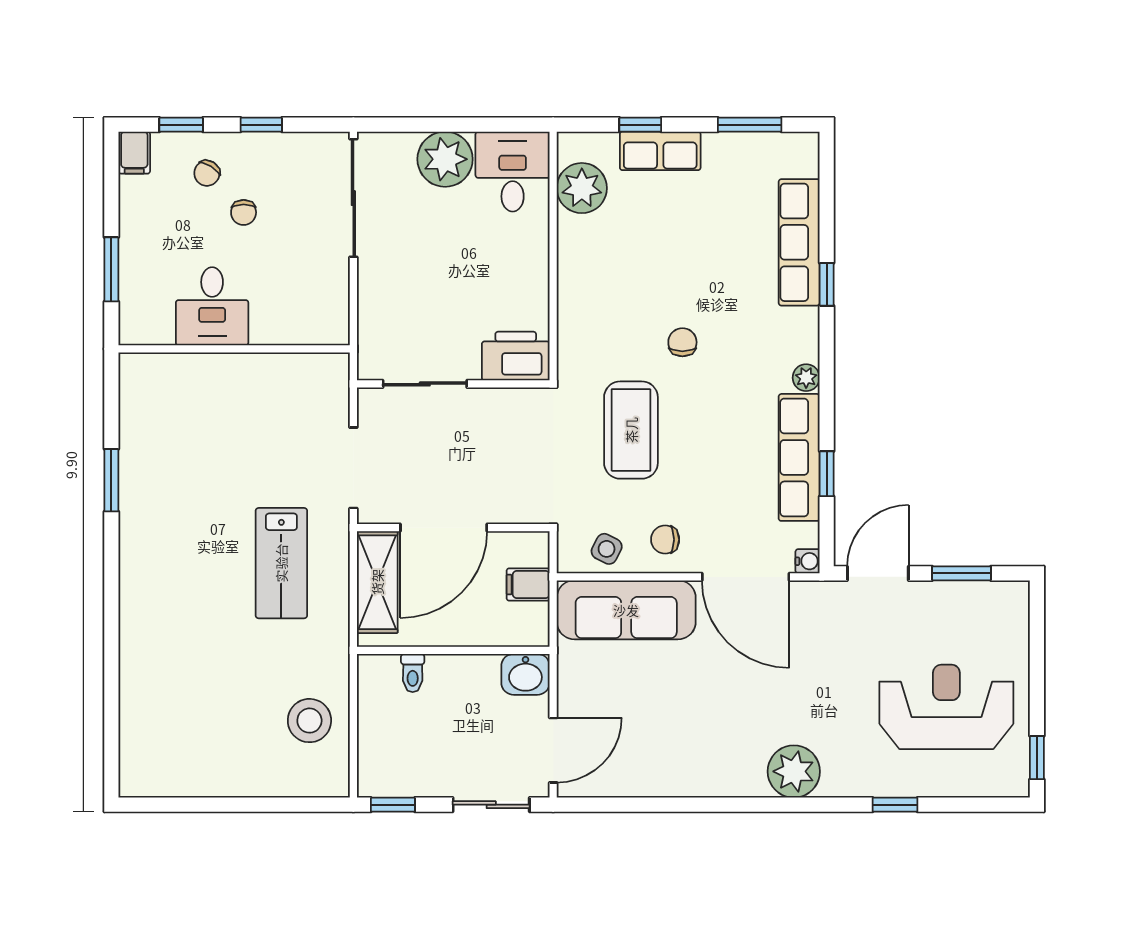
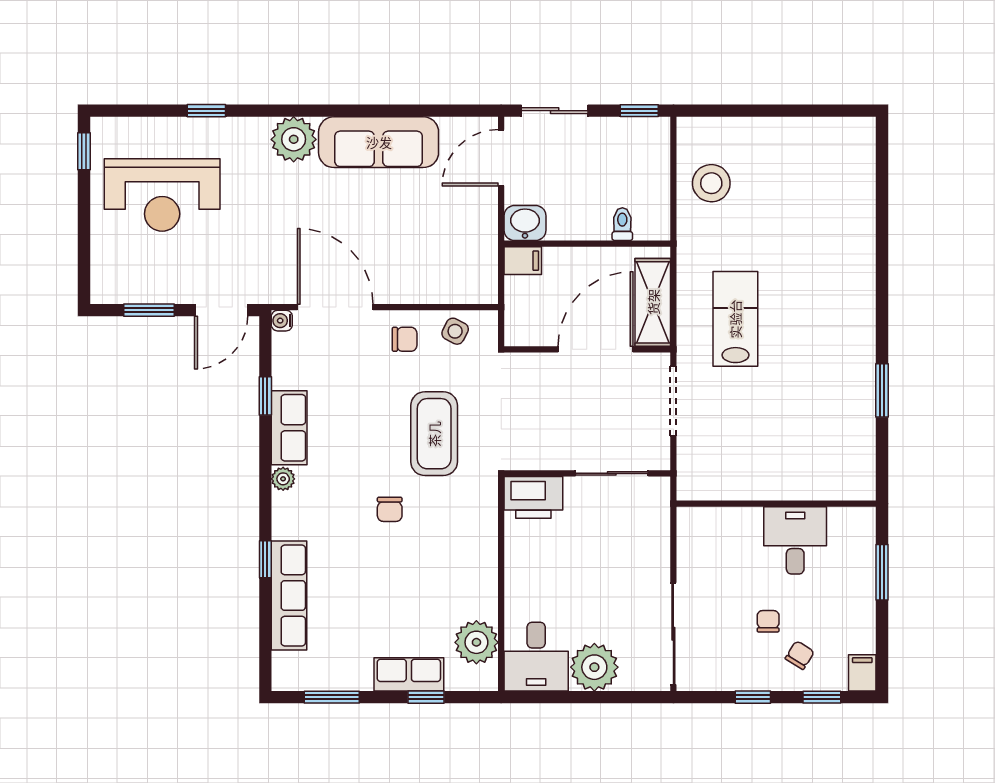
row of seats: (799, 457) -> (289, 428), width x0.68
filing cabinet: (528, 585) -> (523, 261), moved
sofa: (626, 610) -> (379, 142), moved, turned 180

